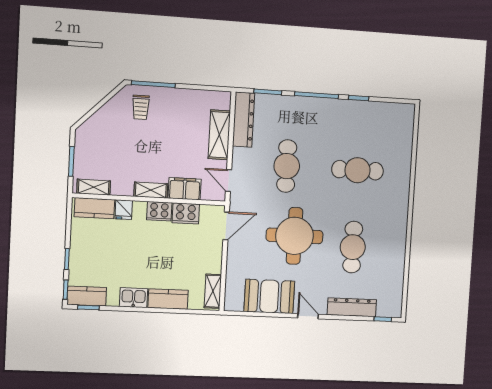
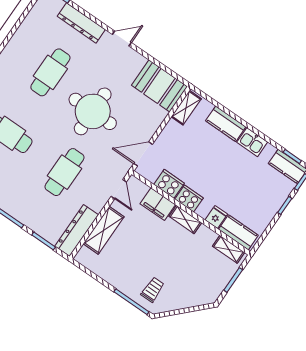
booth: (269, 296) -> (159, 86), moved
door: (308, 316) -> (122, 38), swing flipped

